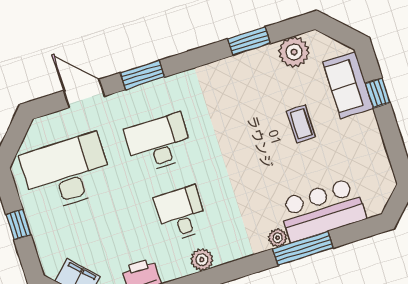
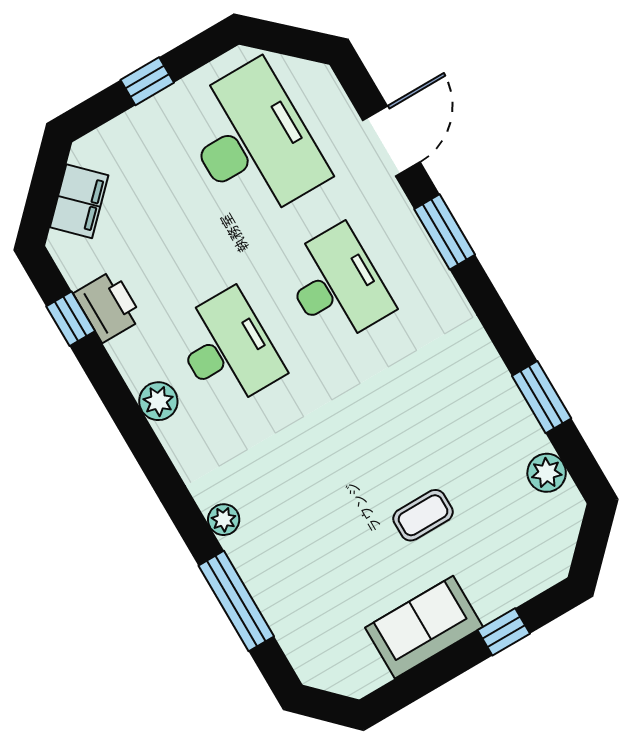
plant: (294, 52) -> (547, 473), width x0.73, depth x0.73
sofa: (348, 85) -> (424, 627), moved
bar counter: (322, 210) -> (287, 583), removed
desk: (181, 214) -> (228, 349), width x1.37
window: (303, 248) -> (236, 601), moved

